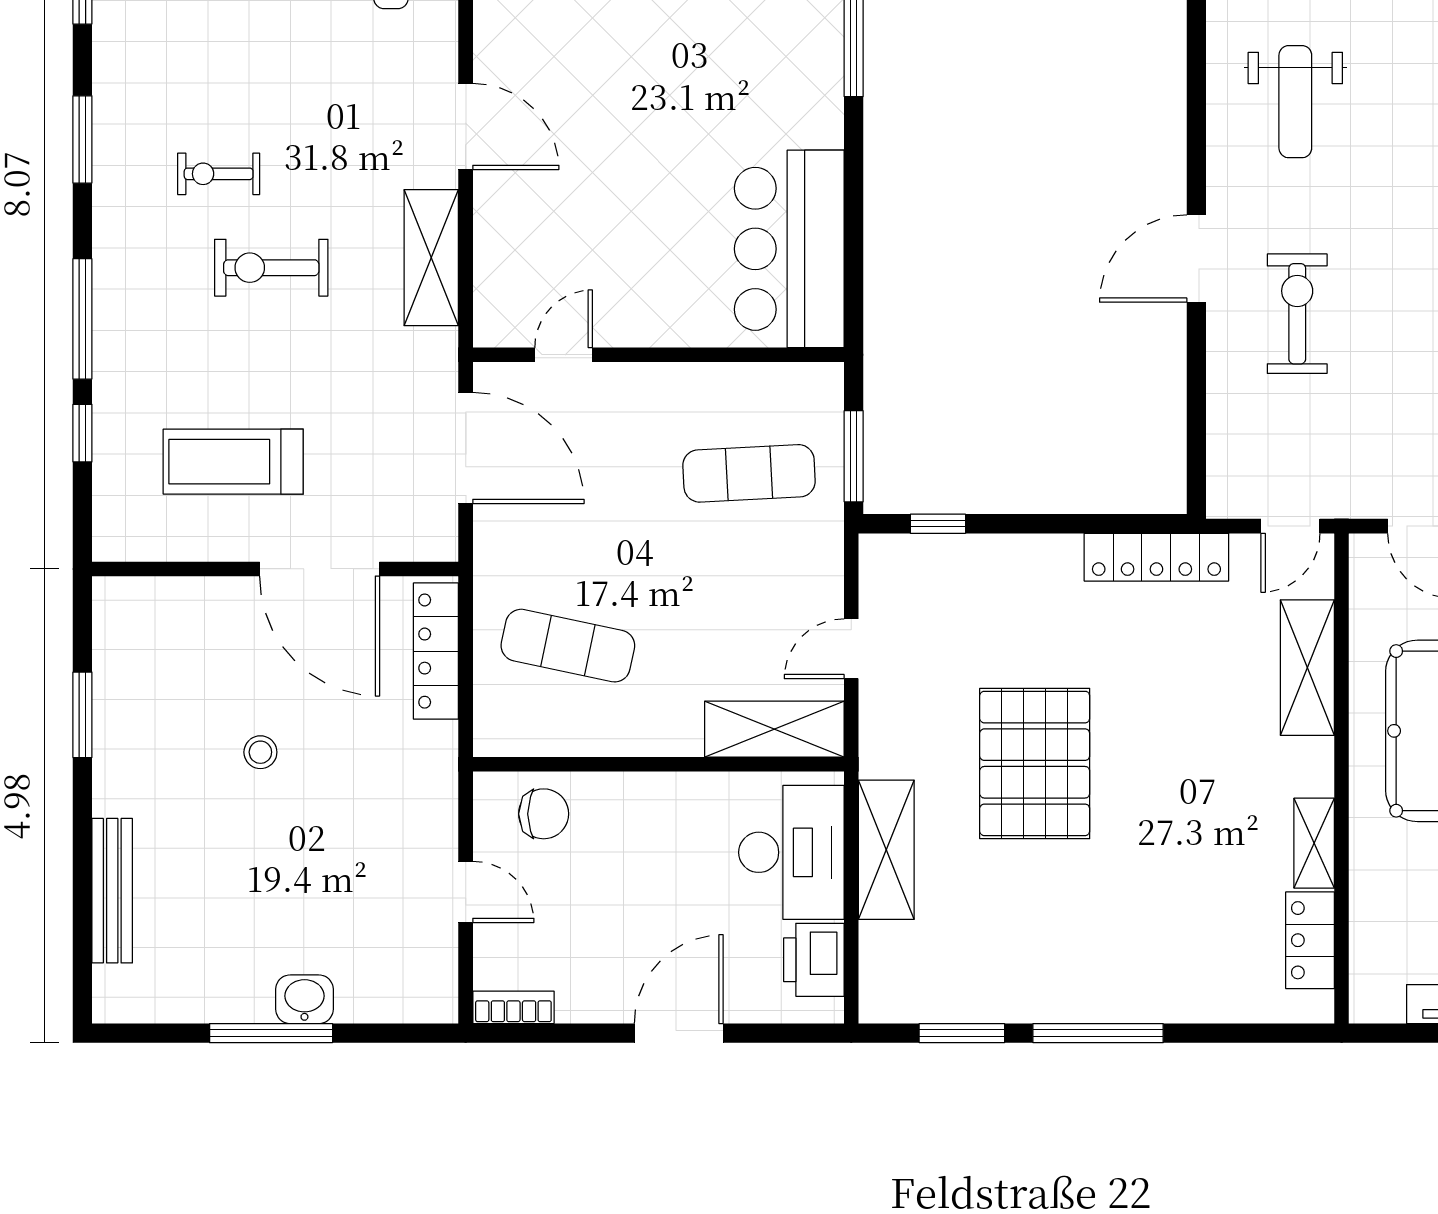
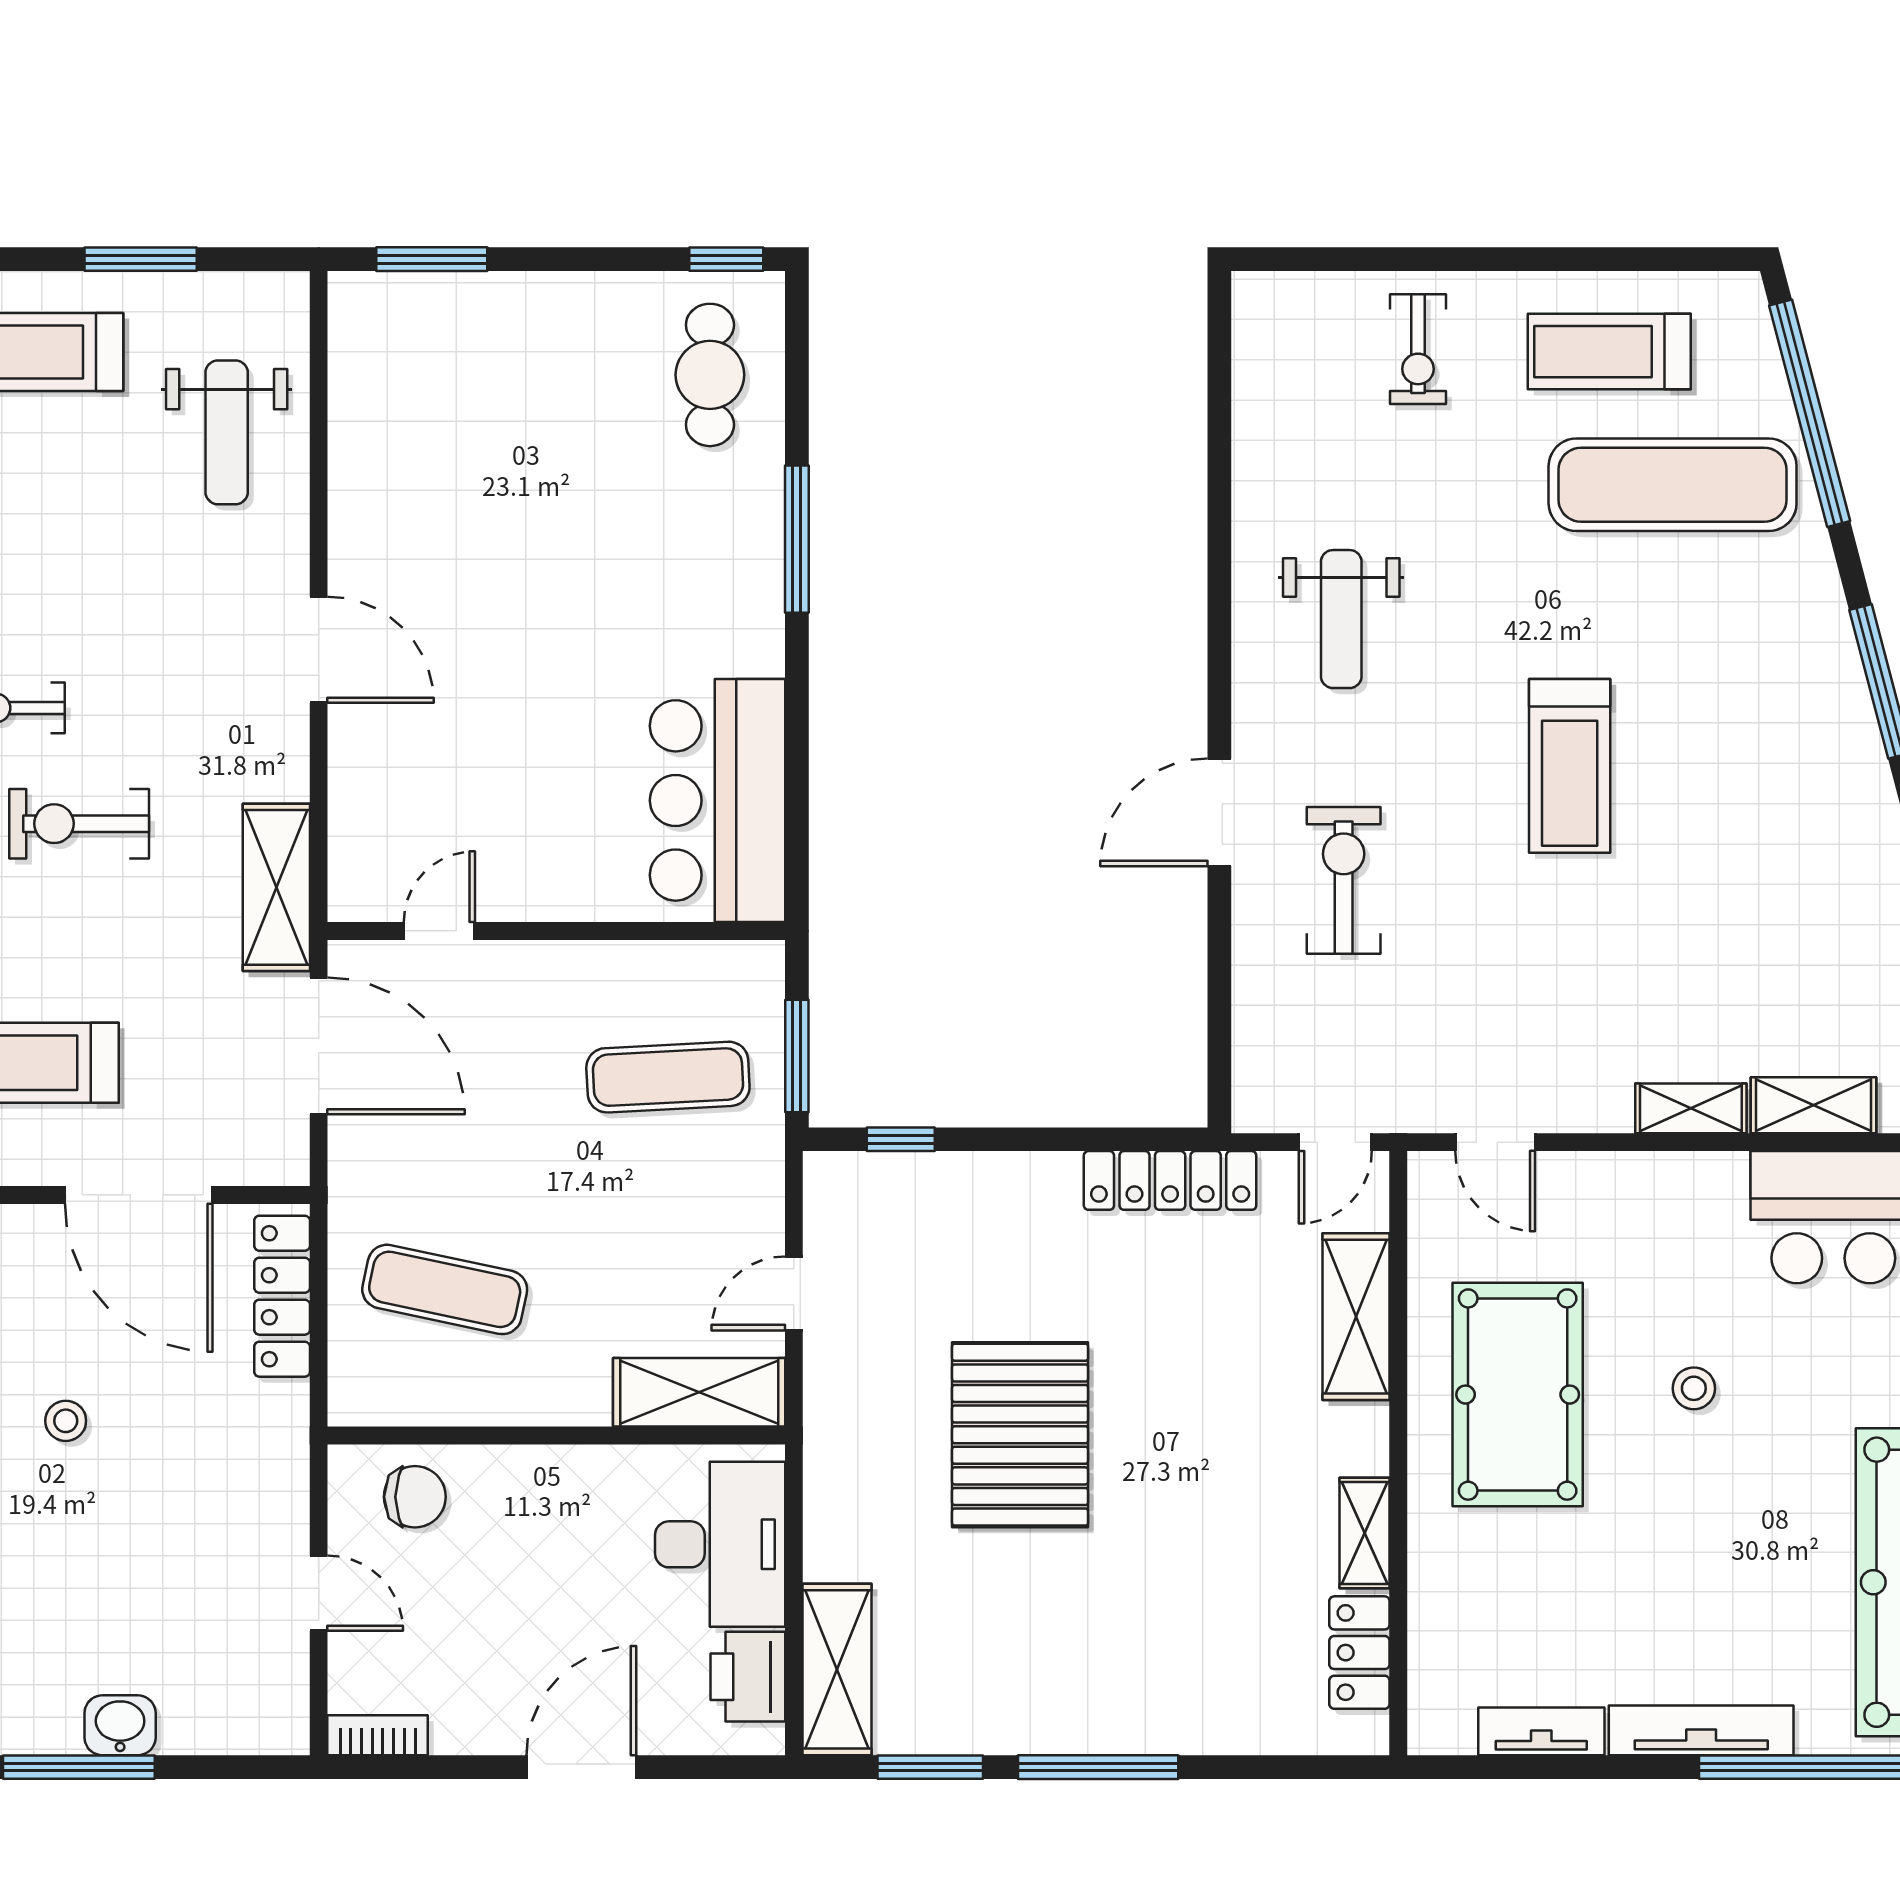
shelving: (431, 258) -> (276, 887), moved
shelving: (886, 850) -> (837, 1669), moved

